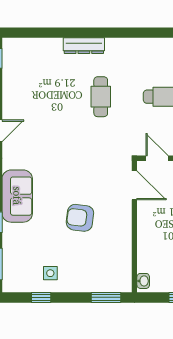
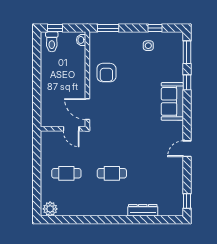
dresser: (84, 46) -> (143, 210), moved
cafe table: (101, 97) -> (112, 173), turned 90
armchair: (80, 218) -> (106, 73), moved, turned 83

